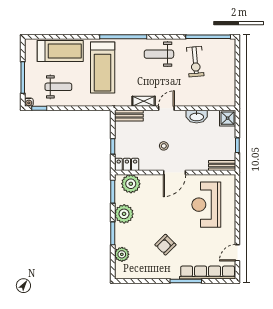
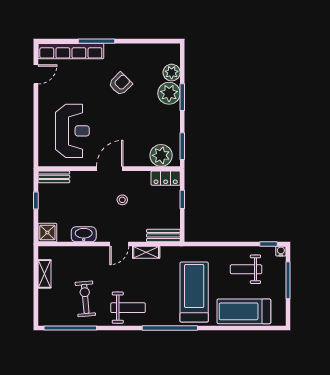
shelving: (230, 83) -> (44, 274), added
plant: (124, 214) -> (169, 93), moved

